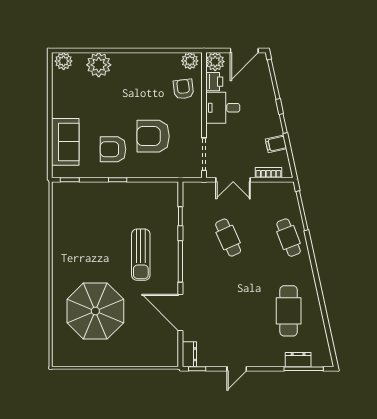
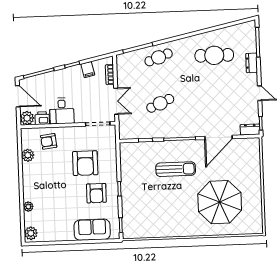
plant: (190, 61) -> (28, 155), moved
plant: (99, 65) -> (28, 207), width x0.53, depth x0.53
dresser: (298, 360) -> (252, 63), moved

